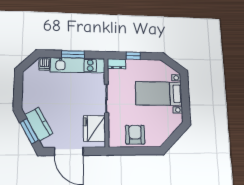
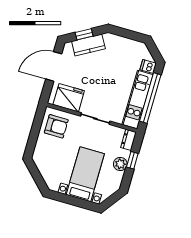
window: (73, 54) -> (150, 98), width x2.11
plant: (140, 65) -> (120, 164), added
window: (29, 131) -> (84, 34), width x0.67
armchair: (135, 135) -> (56, 126), moved

